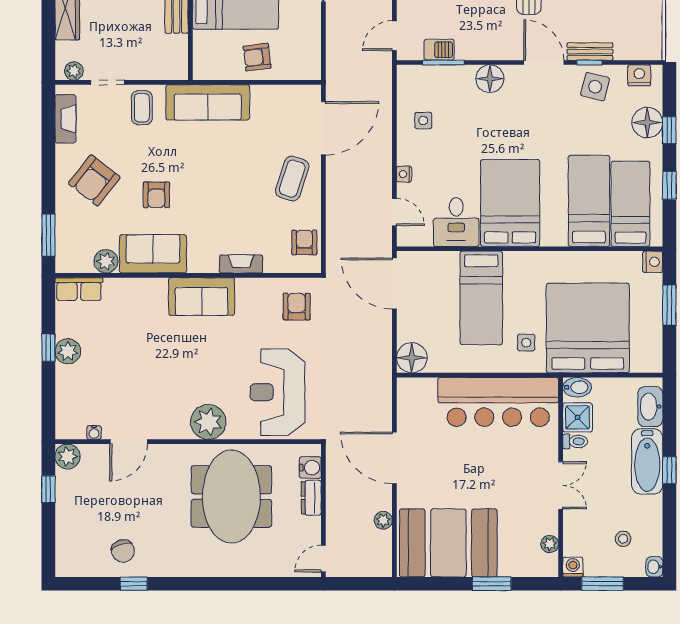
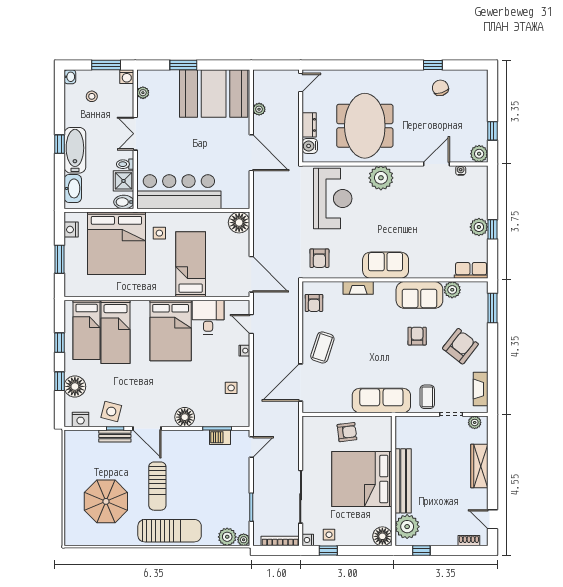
nightstand: (653, 262) -> (71, 230), moved

